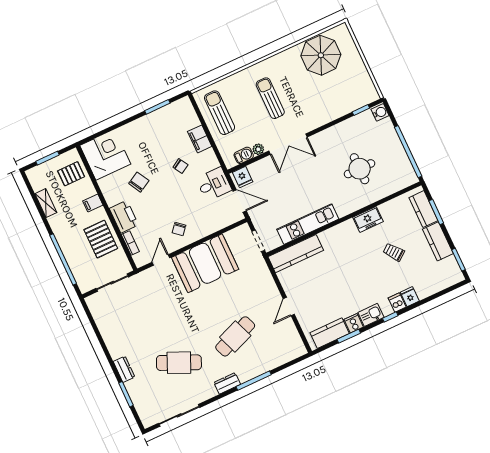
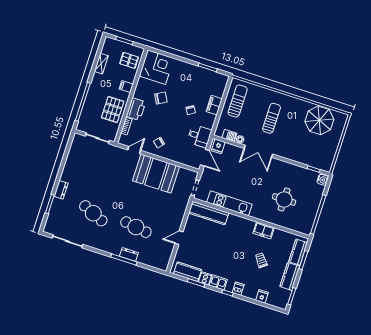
fridge: (410, 297) -> (262, 296), moved
cafe table: (235, 336) -> (136, 227), turned 30
dresser: (227, 383) -> (129, 254), moved

